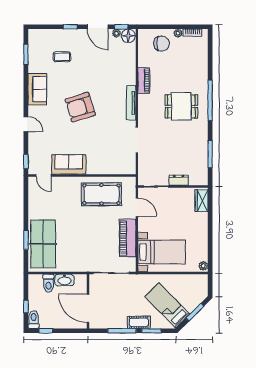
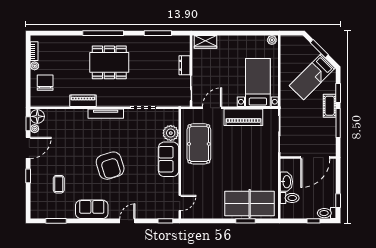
dining table: (181, 106) -> (109, 62), width x1.38
sofa: (69, 164) -> (169, 159), moved
plant: (112, 167) -> (171, 133), added

